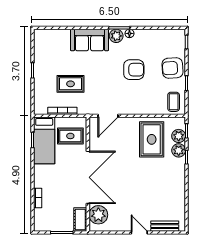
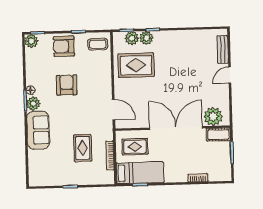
plant: (179, 36) -> (31, 41), added
armchair: (172, 68) -> (64, 46), turned 93
rug: (70, 136) -> (135, 147), turned 90

